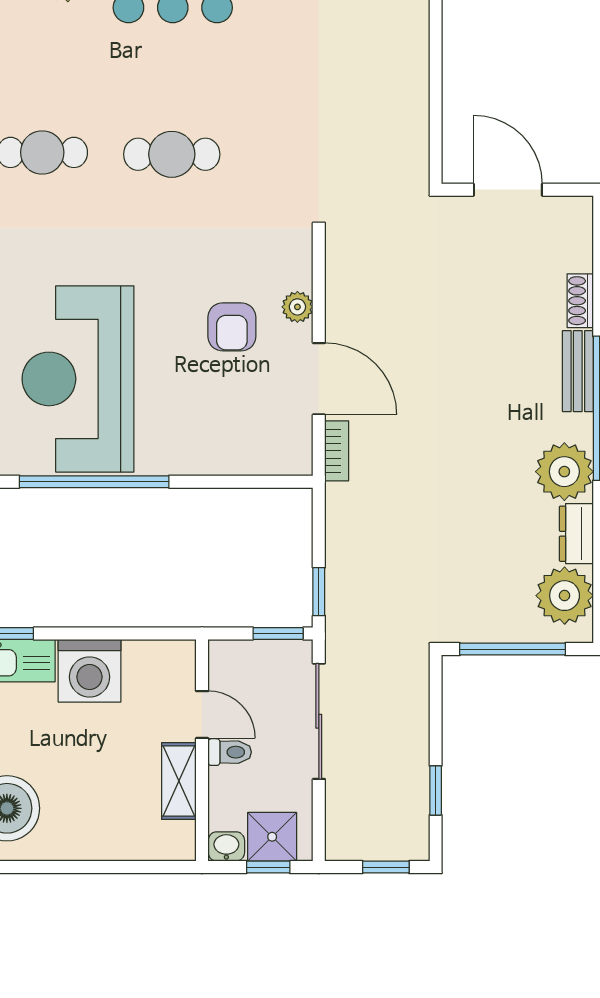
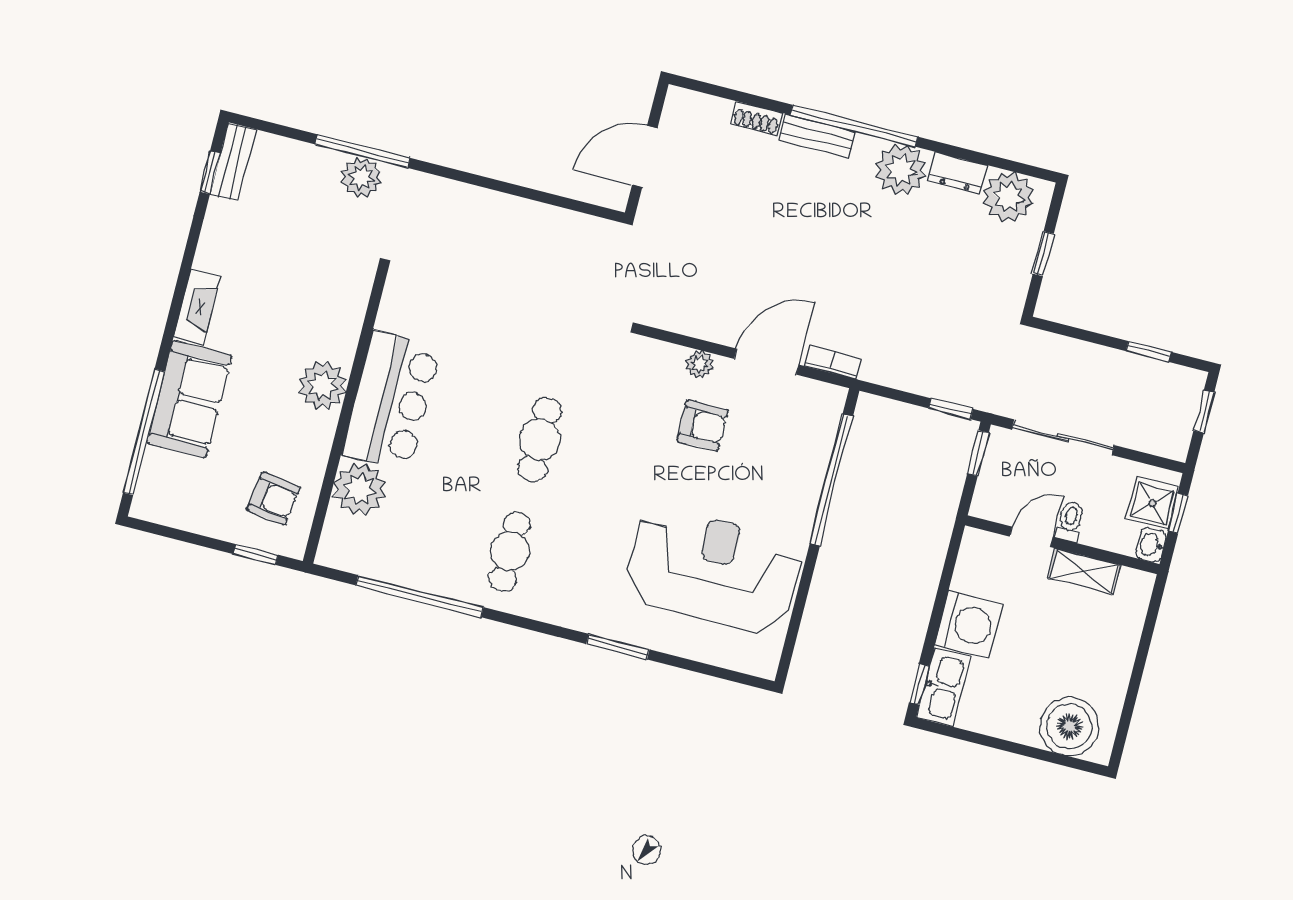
reception desk: (78, 379) -> (714, 570), turned 180
window: (94, 482) -> (831, 480), moved
window: (513, 649) -> (1043, 254), width x0.46

